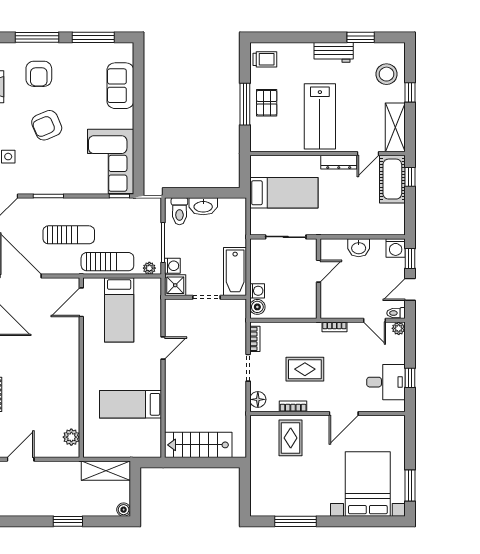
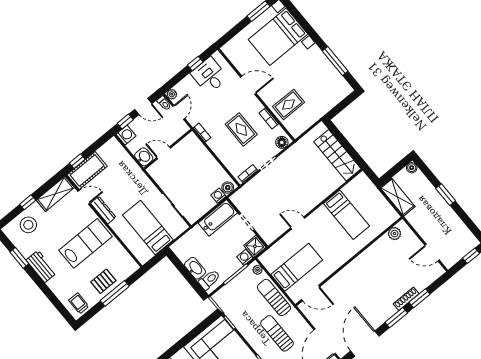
door: (318, 271) -> (164, 153), moved
wall: (318, 279) -> (168, 149), moved

